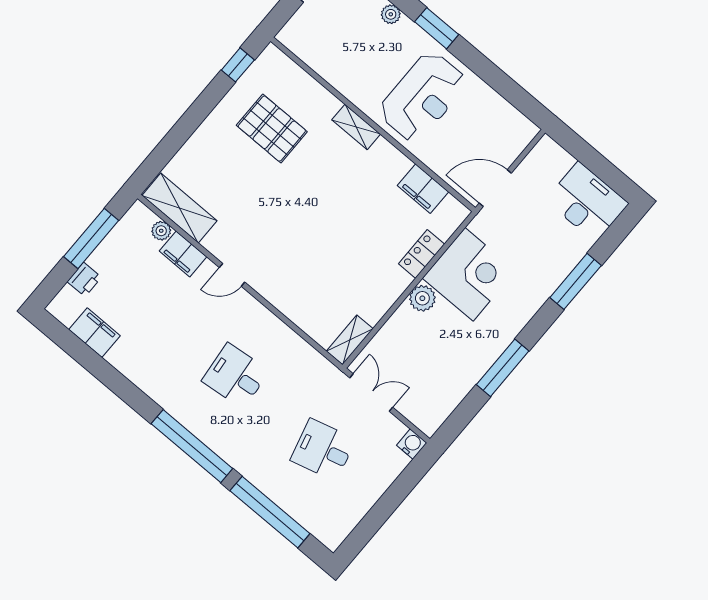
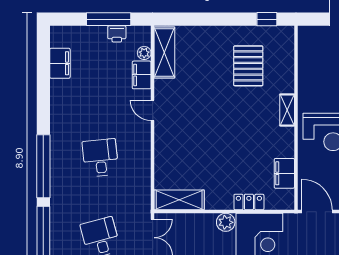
printer: (84, 280) -> (117, 34), moved
shelving: (350, 340) -> (179, 200), width x1.50, depth x1.33

